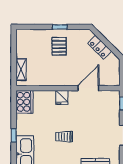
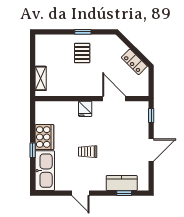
locker: (100, 47) -> (134, 62), moved
door: (88, 88) -> (114, 99), hinge flipped
cooker: (24, 102) -> (44, 137), moved

